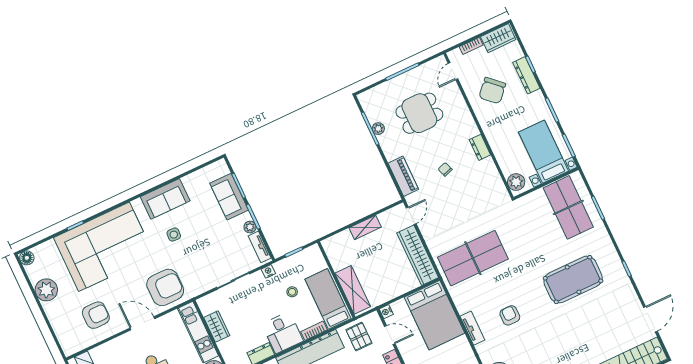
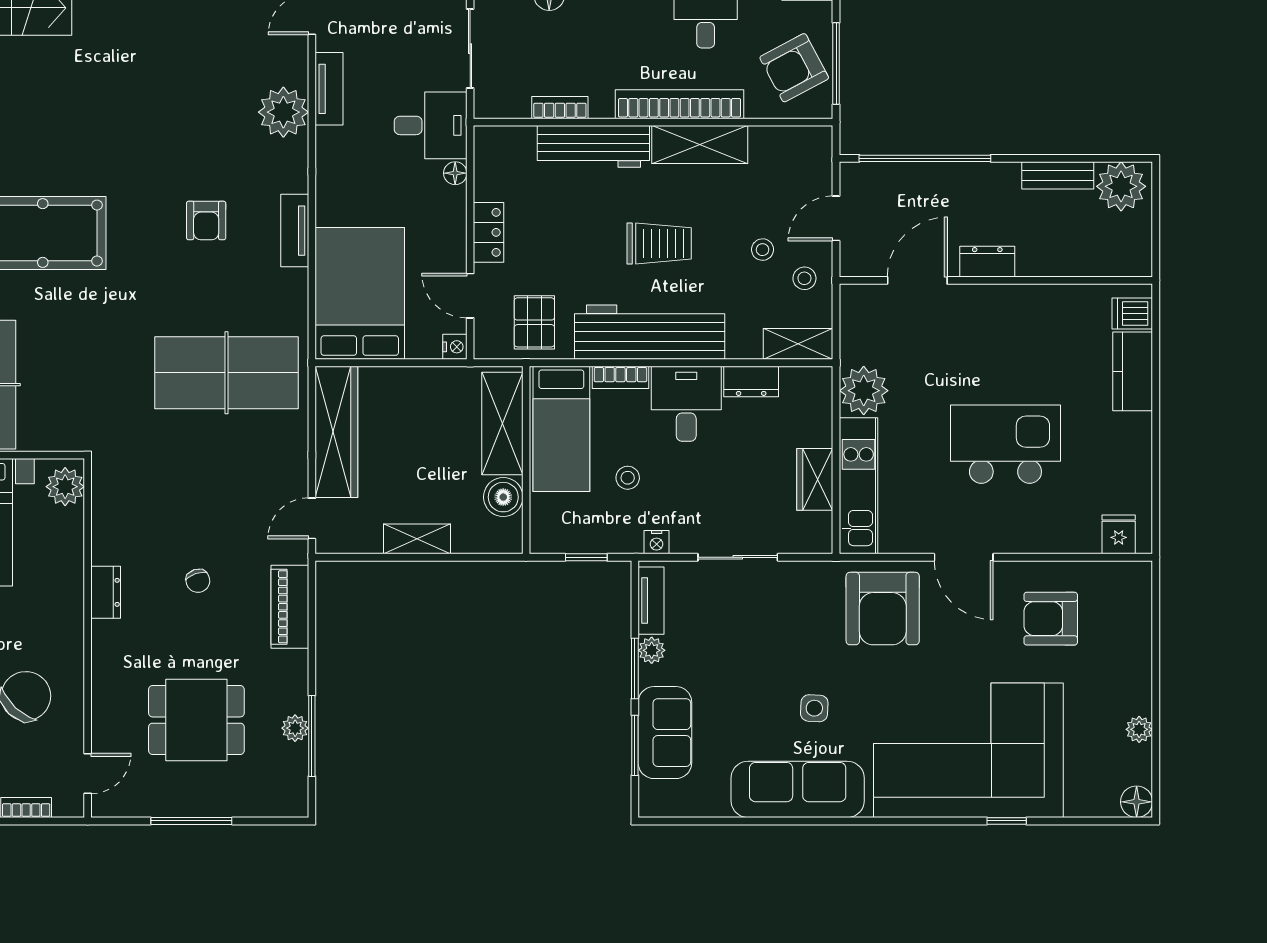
sofa: (165, 199) -> (798, 789), width x1.36
boiler: (338, 261) -> (503, 497), added
armchair: (165, 287) -> (883, 609), turned -90
plant: (46, 290) -> (1139, 729), width x0.53, depth x0.53

